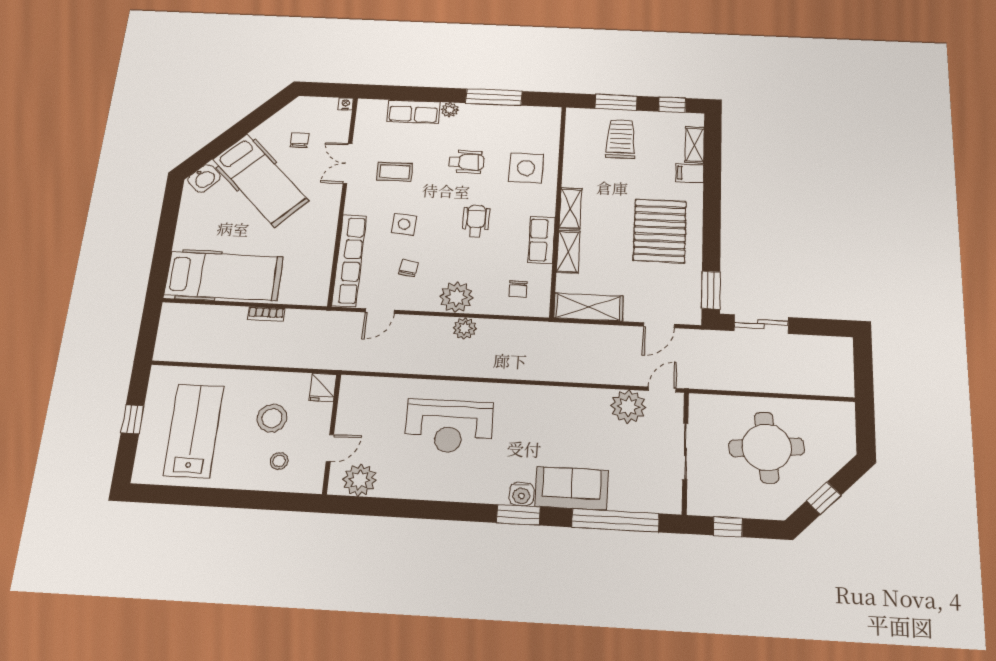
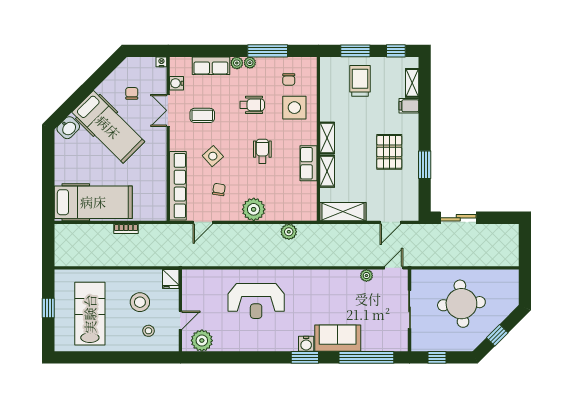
plant: (468, 110) -> (250, 63), added
water cooler: (363, 131) -> (177, 83), added
side table: (404, 224) -> (213, 156), turned 45
pallet: (660, 231) -> (389, 152), width x0.73, depth x0.71
chair: (518, 289) -> (289, 79), moved
window: (711, 290) -> (425, 165), moved
plant: (465, 328) -> (289, 232), moved
plant: (628, 407) -> (366, 276), width x0.53, depth x0.53

